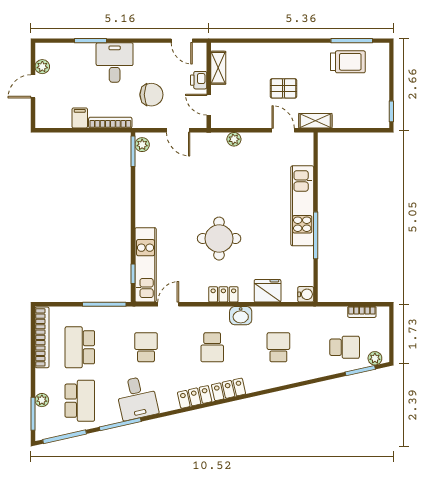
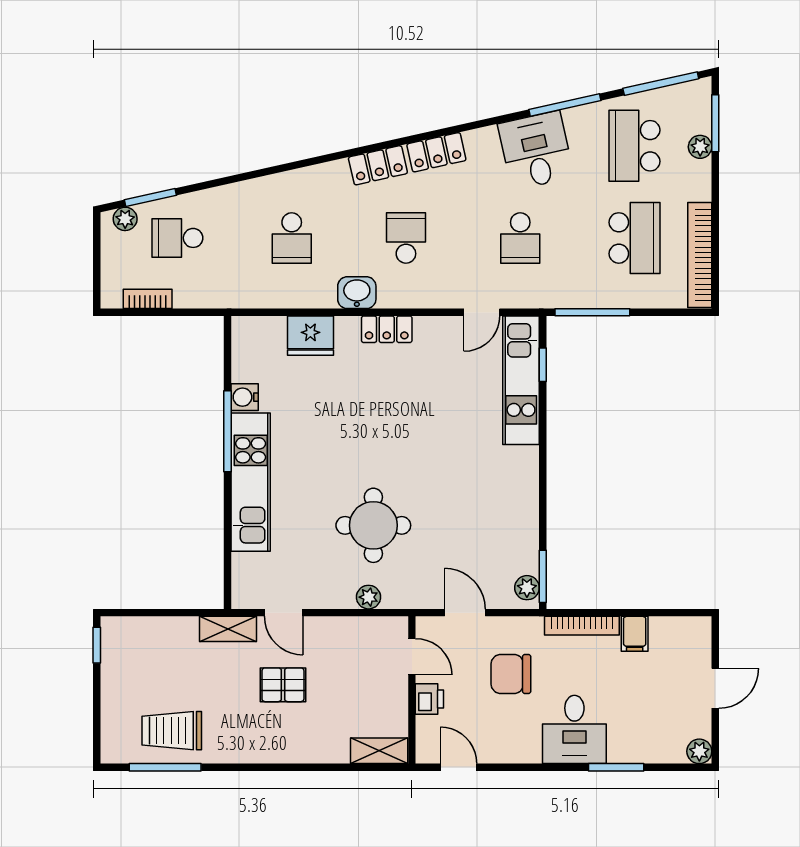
plant: (42, 67) -> (699, 751), moved
shelving: (218, 68) -> (379, 751), moved, turned 90
round table: (219, 239) -> (373, 525), moved
water cooler: (306, 294) -> (245, 397), moved

